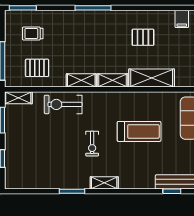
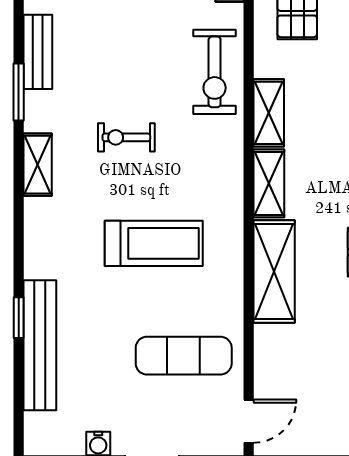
exercise bike: (63, 104) -> (215, 72), turned 180
treadmill: (139, 131) -> (154, 243), turned -90
bench: (54, 183) -> (38, 52), added

